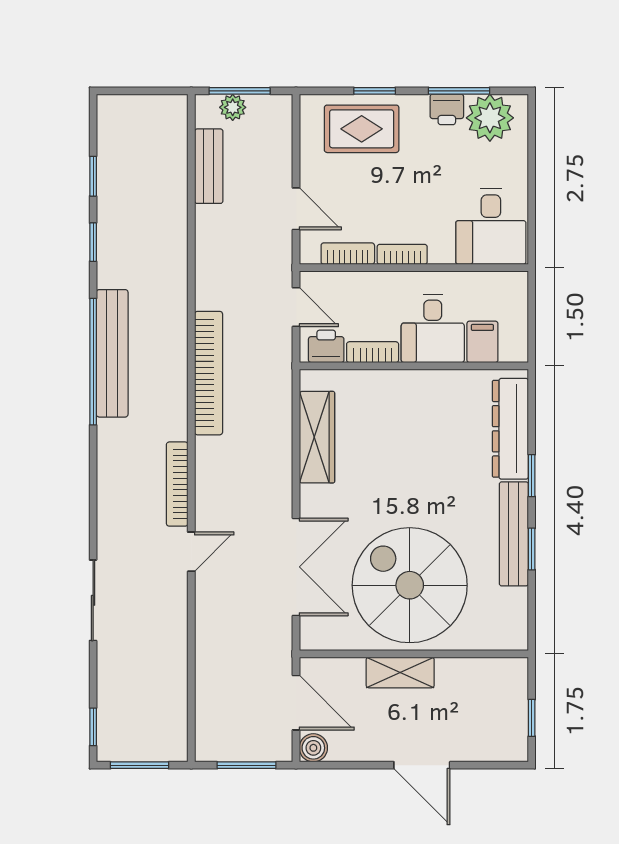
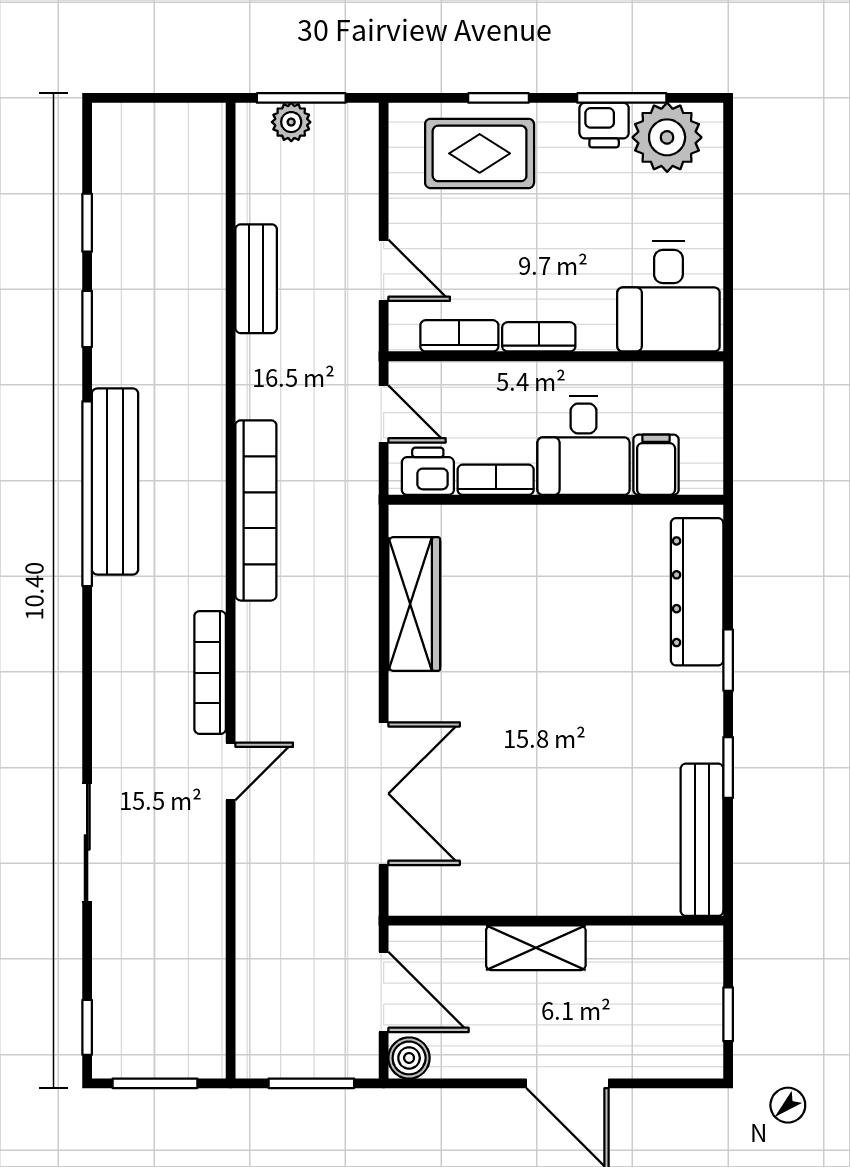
bench: (209, 166) -> (256, 279), moved
bench: (514, 534) -> (702, 840), moved
spiral stairs: (410, 585) -> (550, 820), removed

